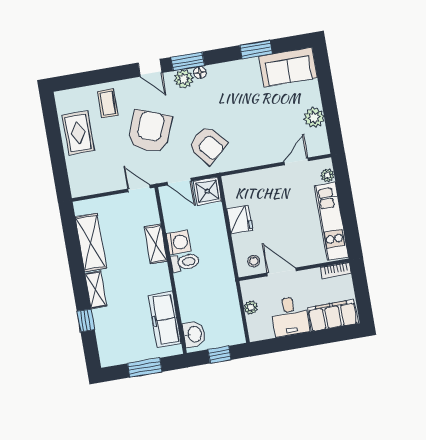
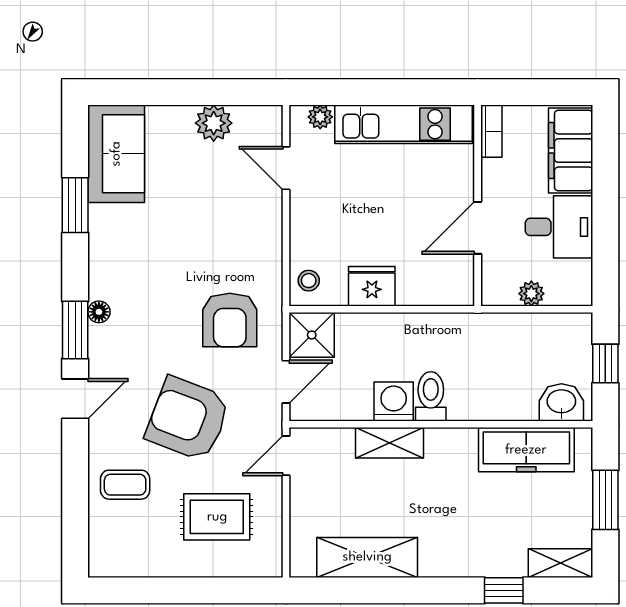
plant: (184, 79) -> (105, 342), removed
rug: (78, 133) -> (217, 517), moved
armchair: (208, 145) -> (230, 320), turned 131
stool: (254, 261) -> (309, 281), moved
shelving: (96, 290) -> (560, 563), moved

